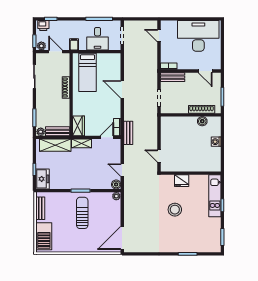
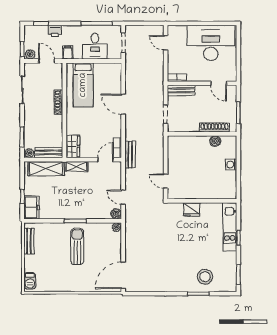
printer: (43, 26) -> (55, 31), moved
stool: (175, 210) -> (205, 277), moved
barbecue: (44, 236) -> (30, 281), width x0.53, depth x0.65

